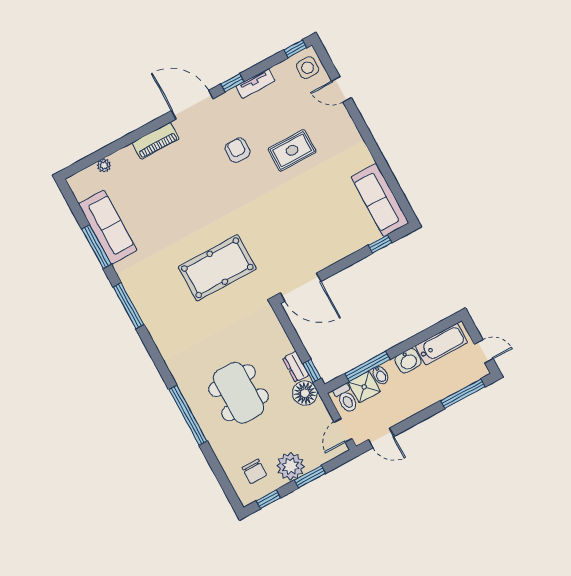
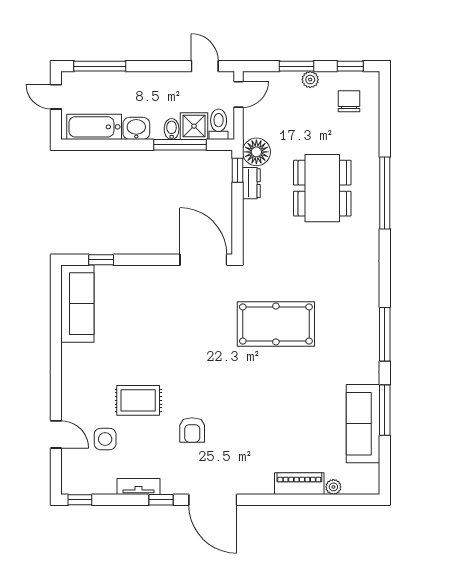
side table: (308, 68) -> (105, 439), moved
piano: (156, 141) -> (299, 484), moved
plant: (291, 466) -> (310, 80), width x0.53, depth x0.53

